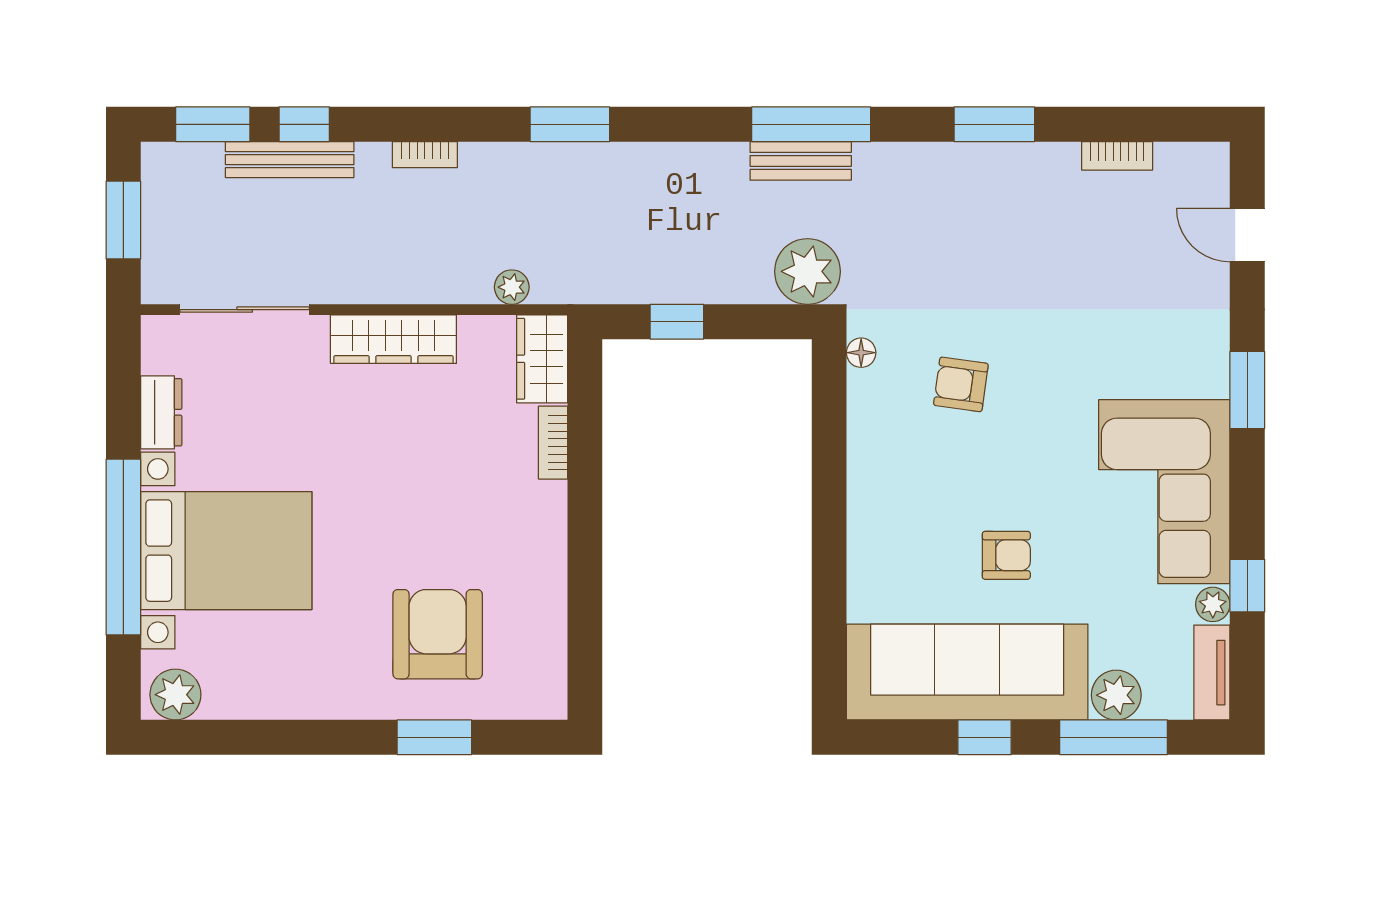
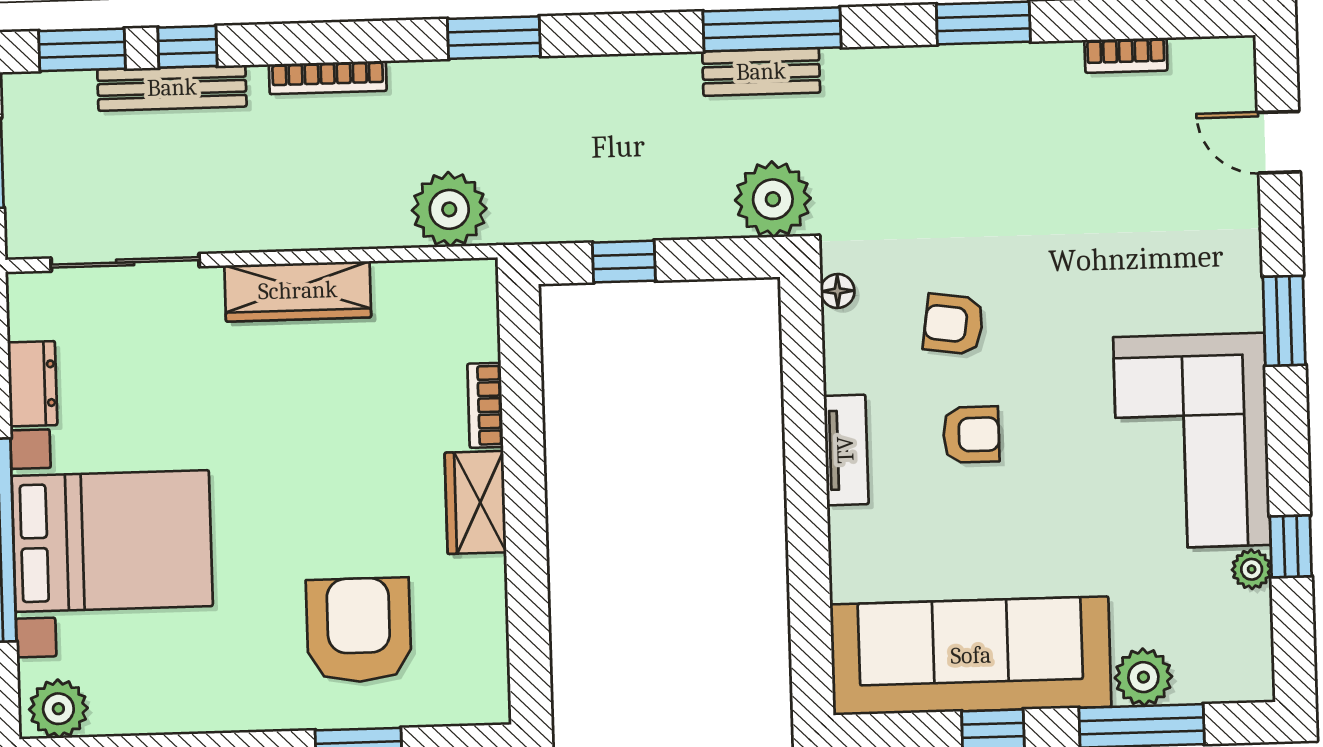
bookcase: (425, 155) -> (328, 78), width x1.56
plant: (512, 287) -> (449, 209), width x1.88, depth x1.88
wardrobe: (542, 359) -> (476, 502), moved
armchair: (1006, 555) -> (971, 435), moved
tv unit: (1212, 673) -> (846, 450), moved, turned 180

